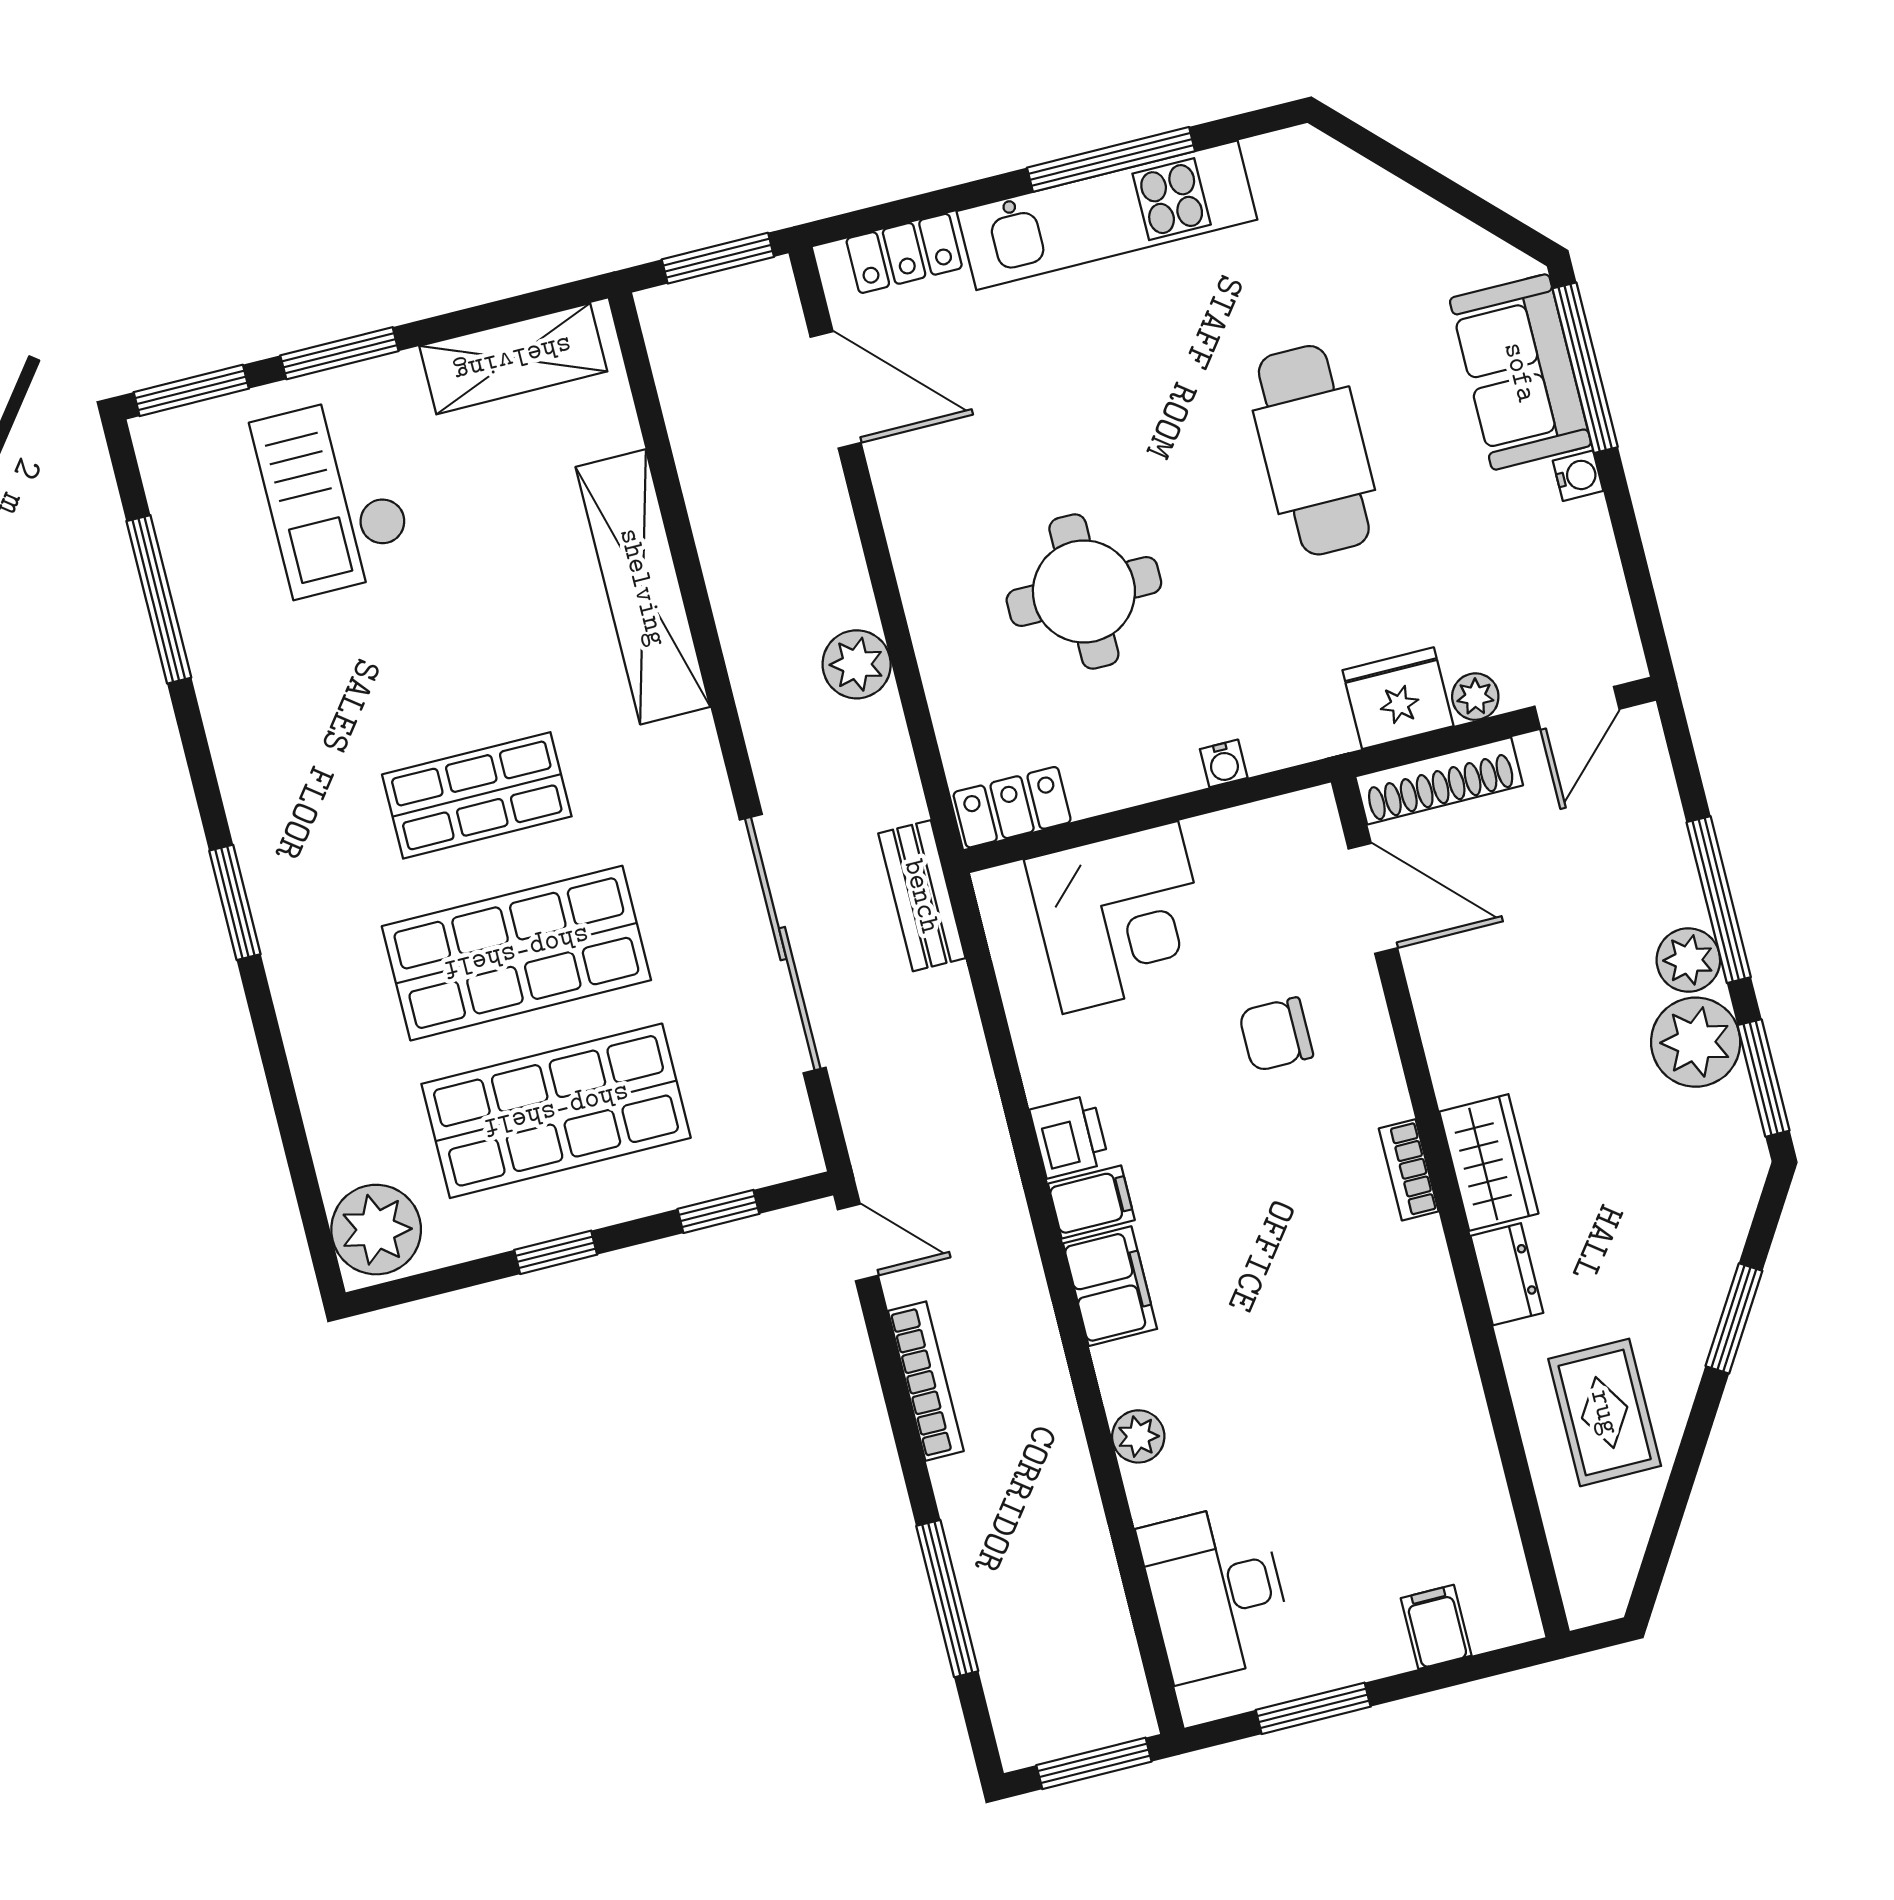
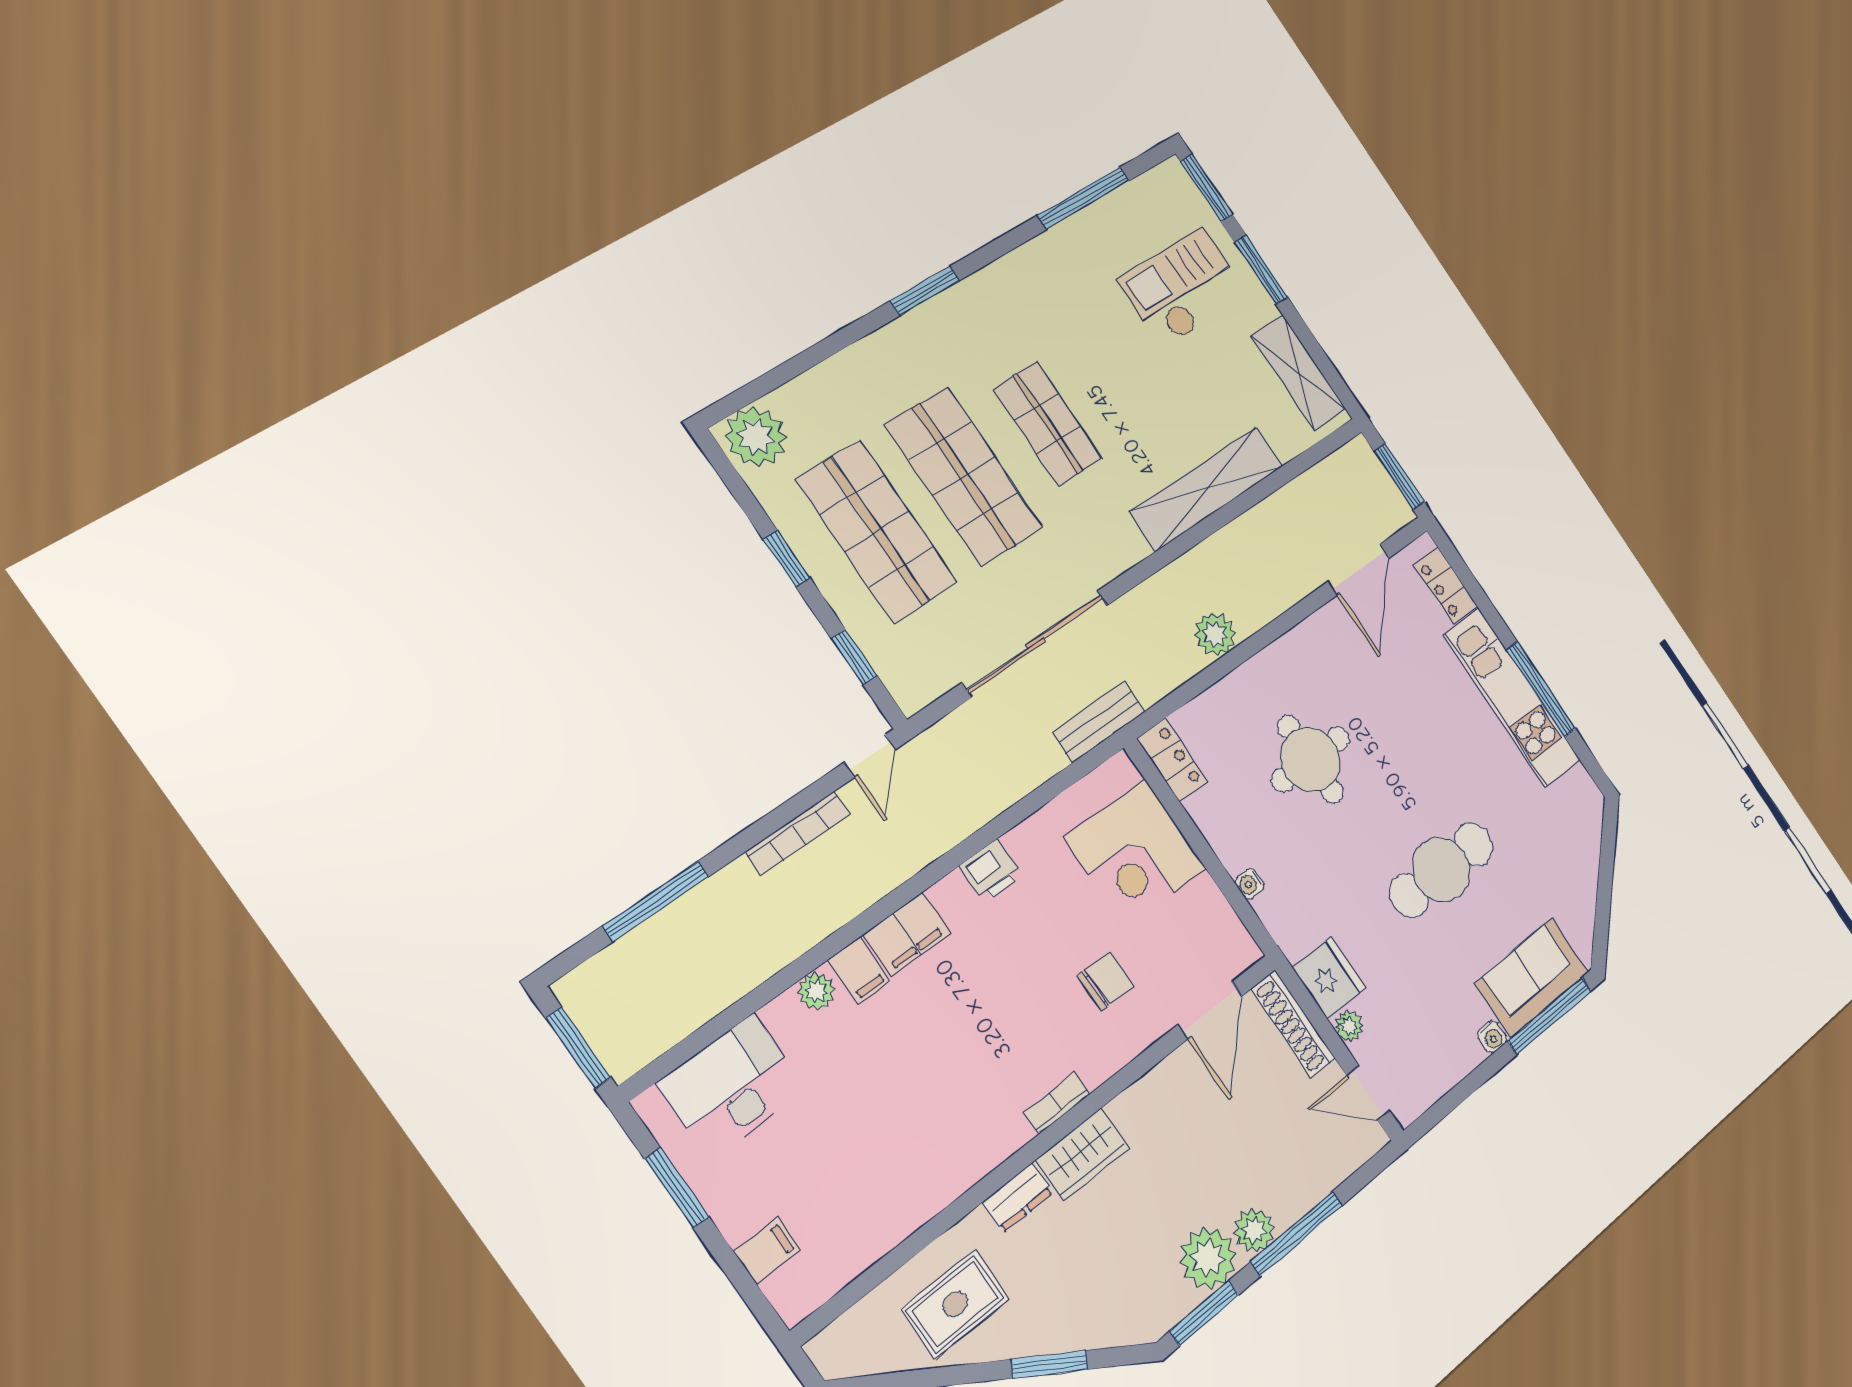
chair: (1276, 1034) -> (1105, 981), turned 90
filing cabinet: (1091, 1202) -> (859, 970), moved

